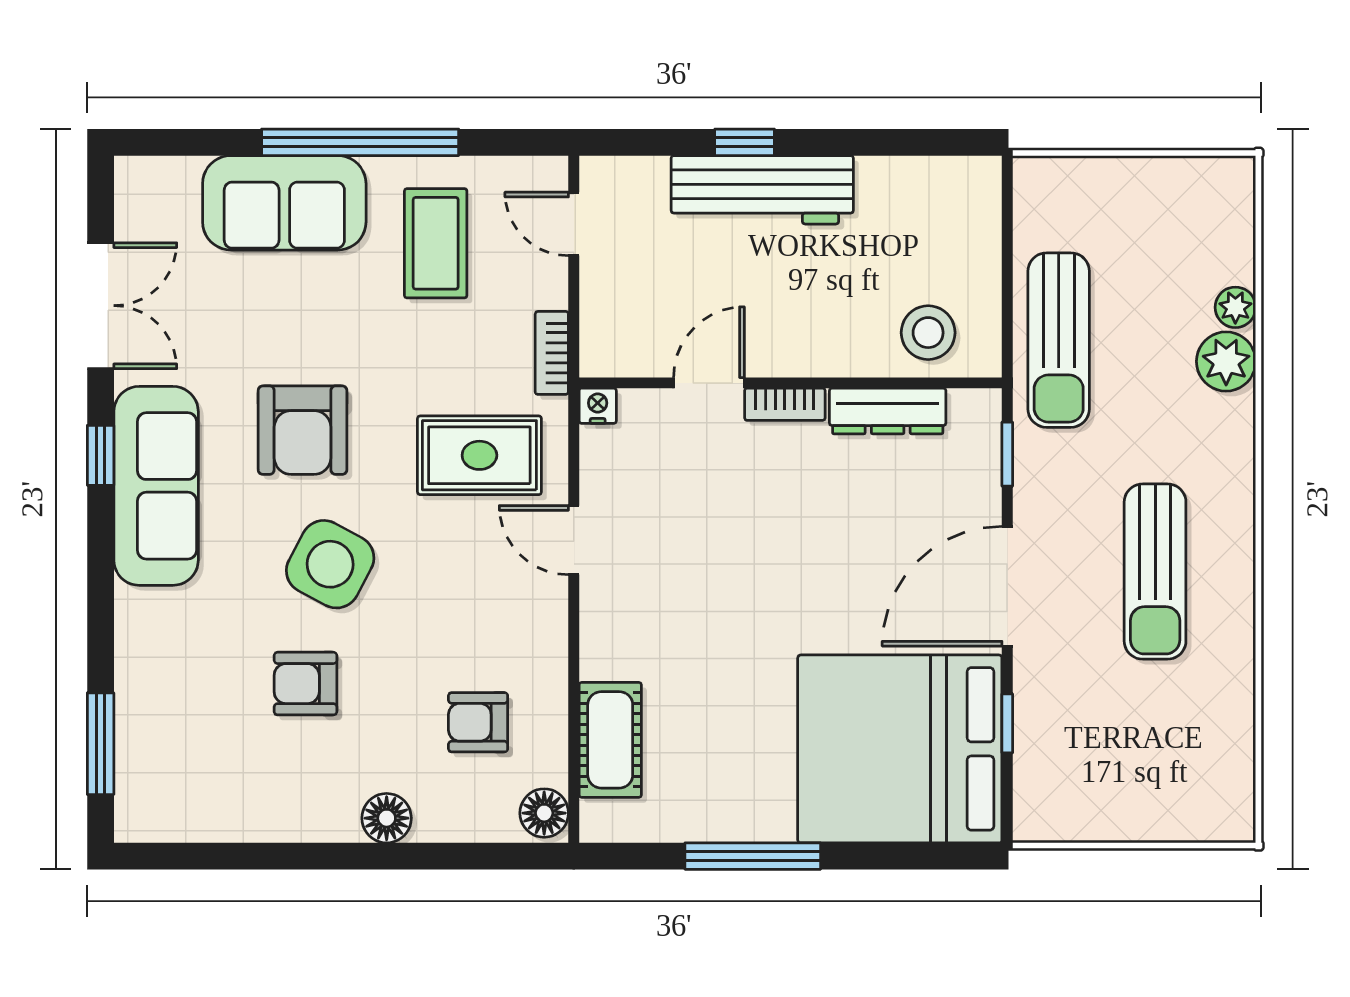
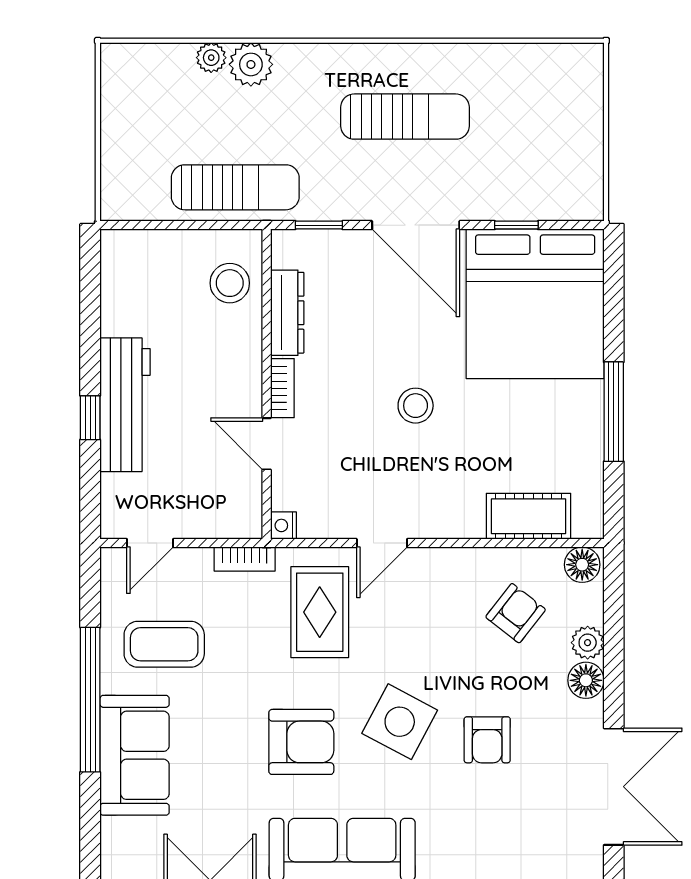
stool: (761, 586) -> (416, 406), added
armchair: (478, 722) -> (516, 613), turned -142
plant: (438, 820) -> (588, 643), added
double door: (242, 856) -> (614, 787), added

